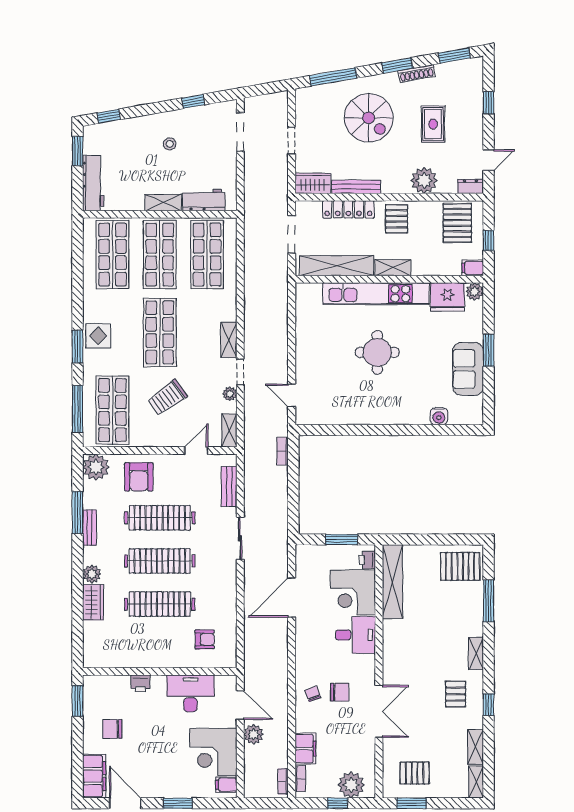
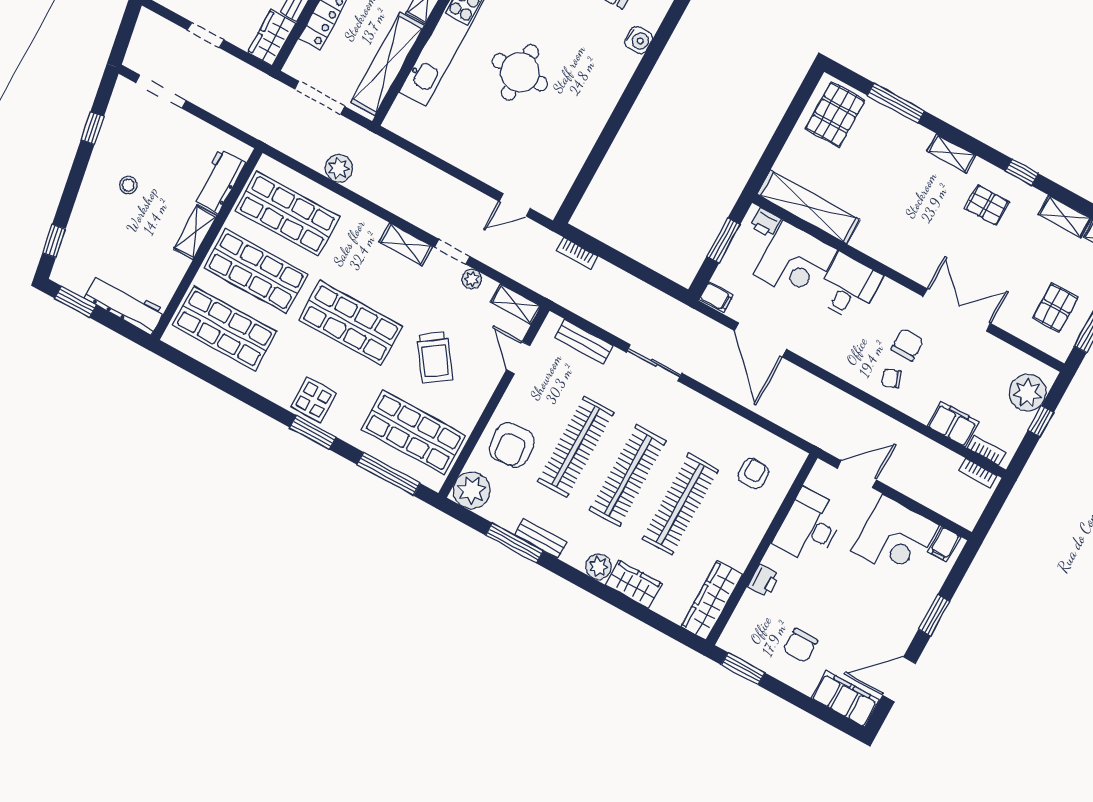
armchair: (139, 477) -> (512, 445), turned 86
filing cabinet: (303, 555) -> (716, 297), added
wardrobe: (110, 657) -> (712, 600), added
plant: (254, 734) -> (339, 168), moved

